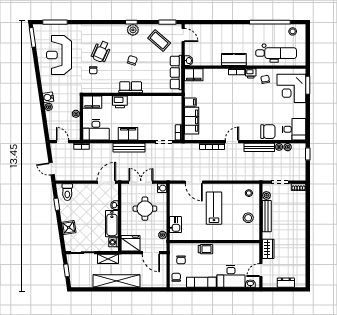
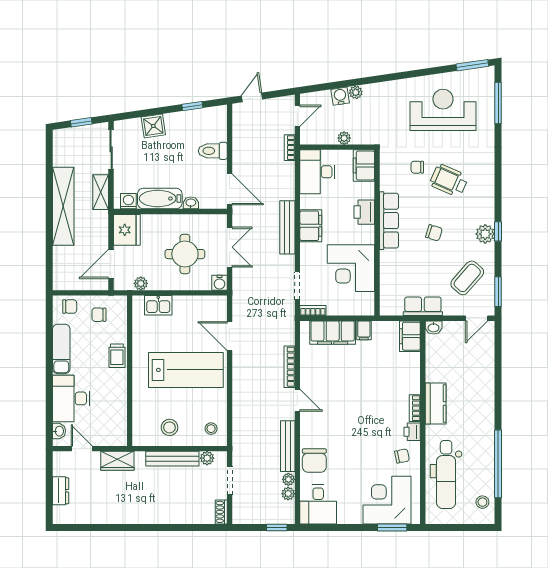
row of seats: (176, 73) -> (423, 306), width x0.68
row of seats: (131, 87) -> (389, 221), width x1.48
water cooler: (48, 97) -> (340, 96), moved
corner desk: (153, 110) -> (351, 268), added
door: (194, 182) -> (230, 336), hinge flipped
toilet: (67, 192) -> (213, 151), moved
lab bench: (214, 208) -> (186, 370), width x1.36, depth x1.39

